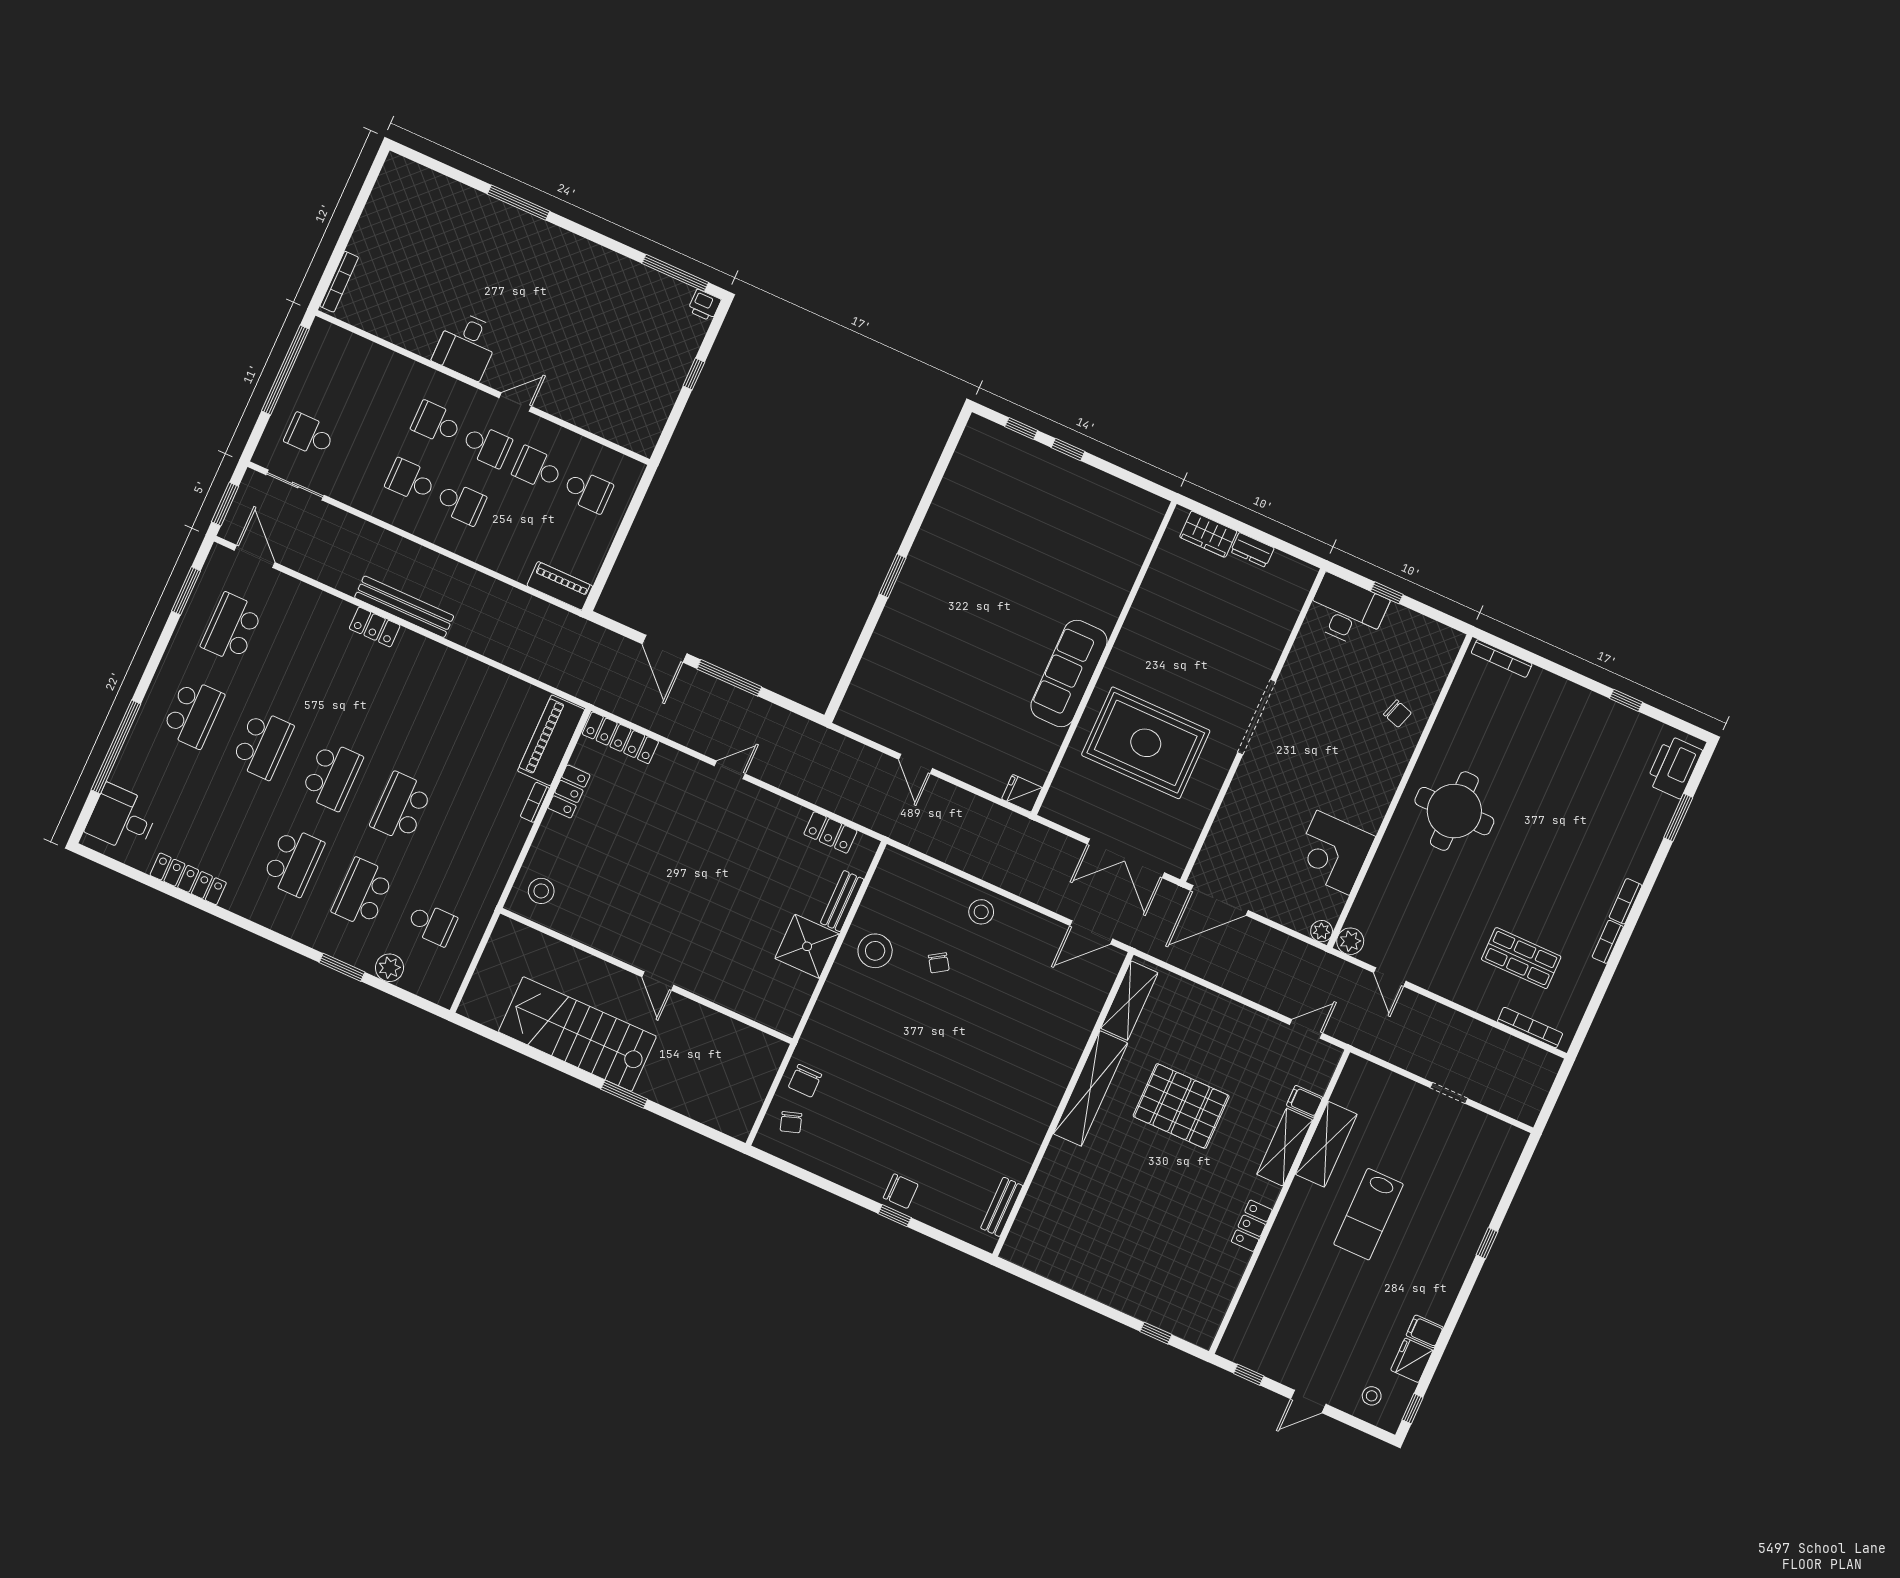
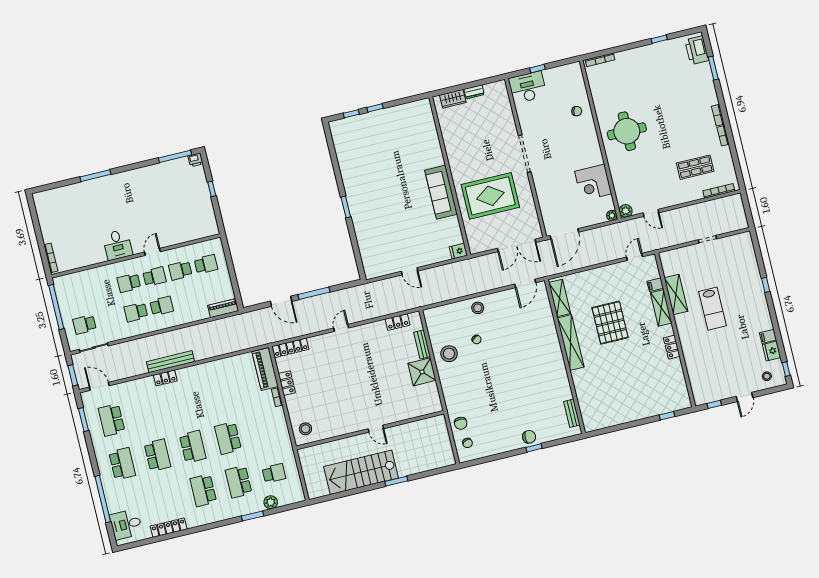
school desk: (293, 862) -> (203, 490), turned 180
pallet: (1181, 1106) -> (610, 323), turned 90

